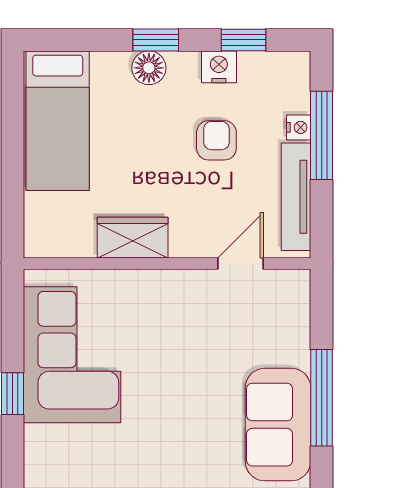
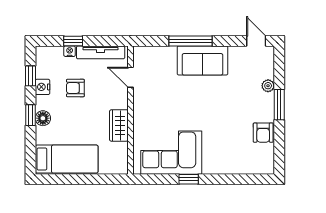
window: (322, 135) -> (73, 41), width x0.46

